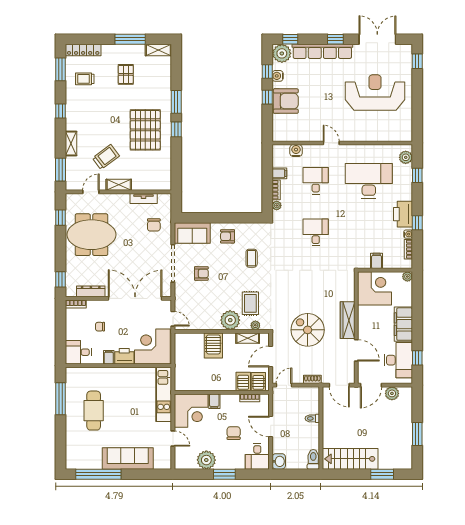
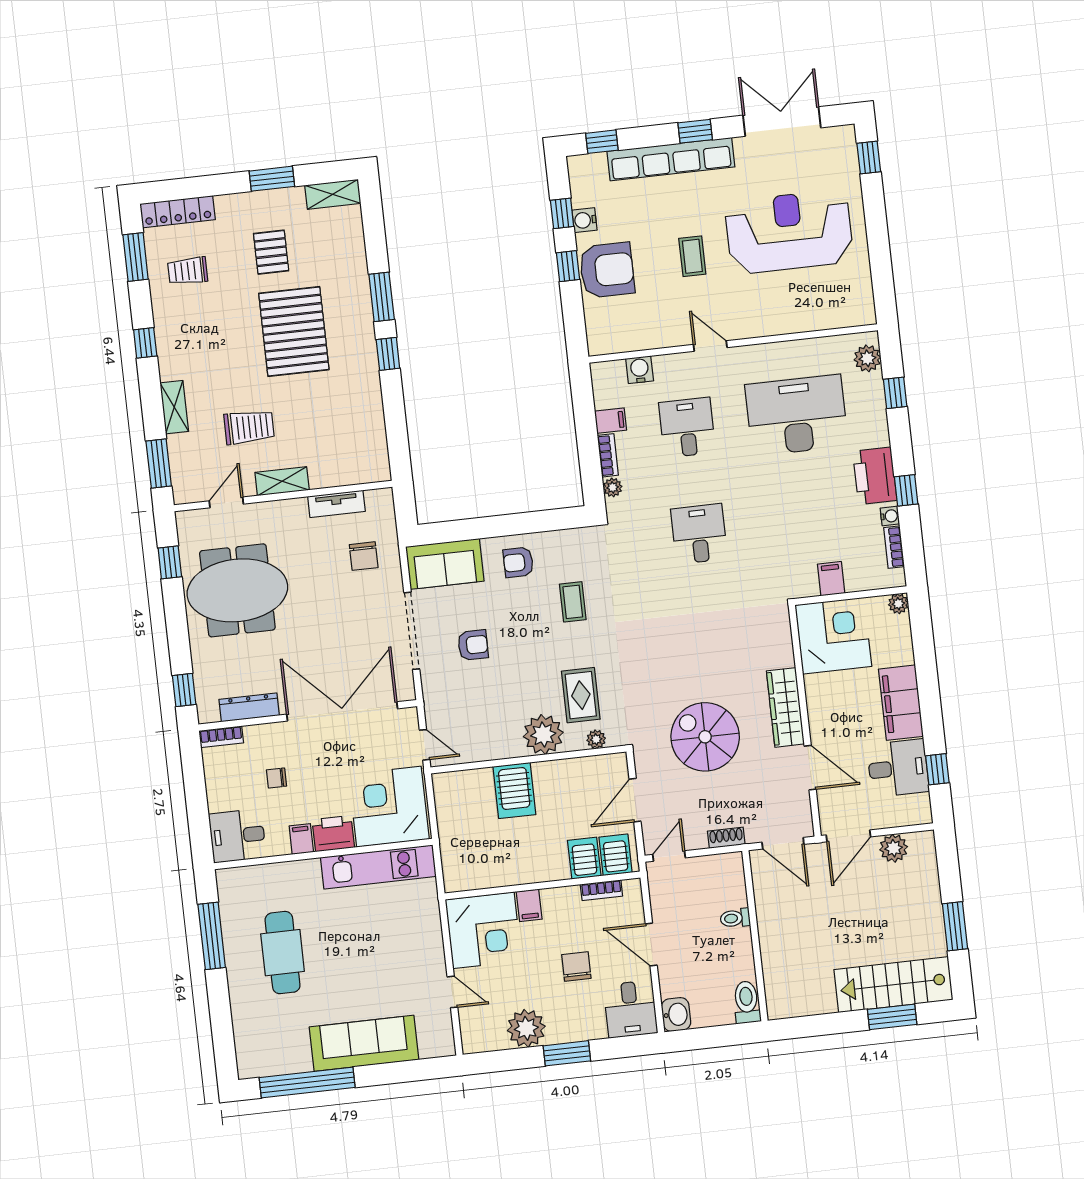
window: (130, 39) -> (272, 179), width x0.69
plant: (282, 53) -> (588, 173), removed
coffee table: (327, 99) -> (692, 256), added
pallet: (145, 130) -> (294, 331), moved
trolley: (106, 157) -> (249, 427), turned 37
shelving: (248, 338) -> (583, 767), removed
desk: (398, 360) -> (898, 768), width x0.73
kitchen unit: (164, 394) -> (378, 867), moved, turned -90
stairs: (350, 459) -> (893, 985), moved

